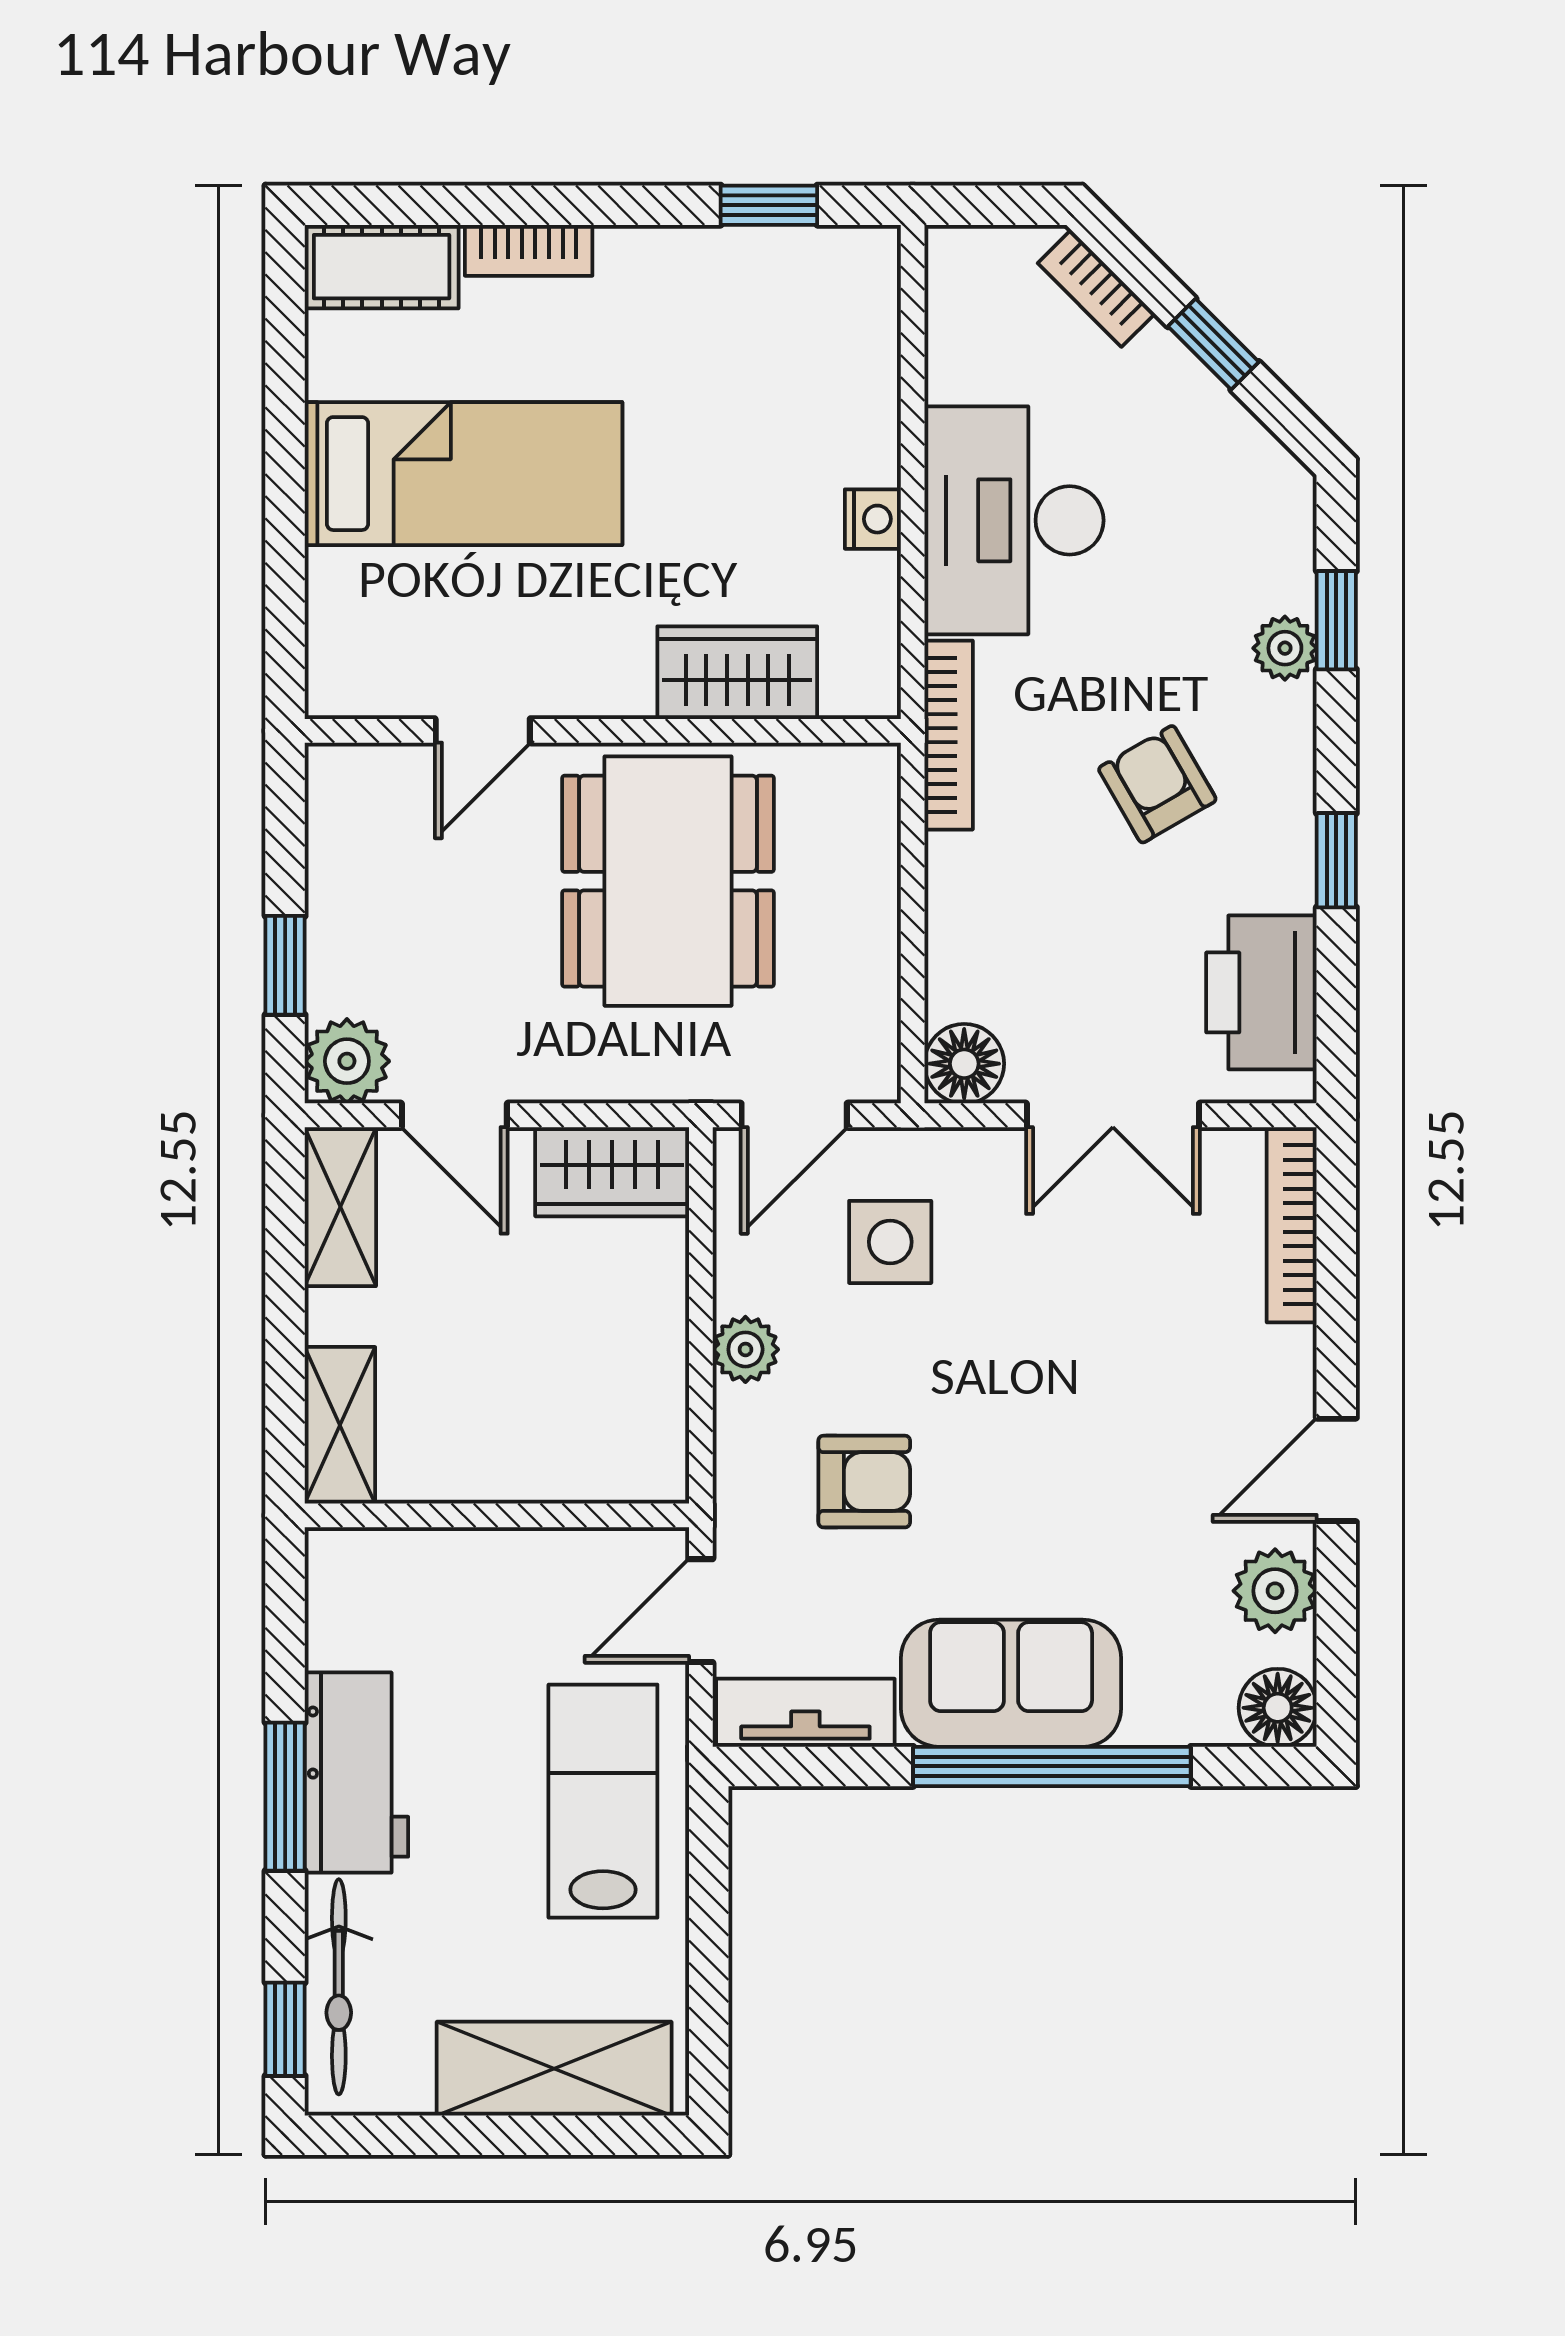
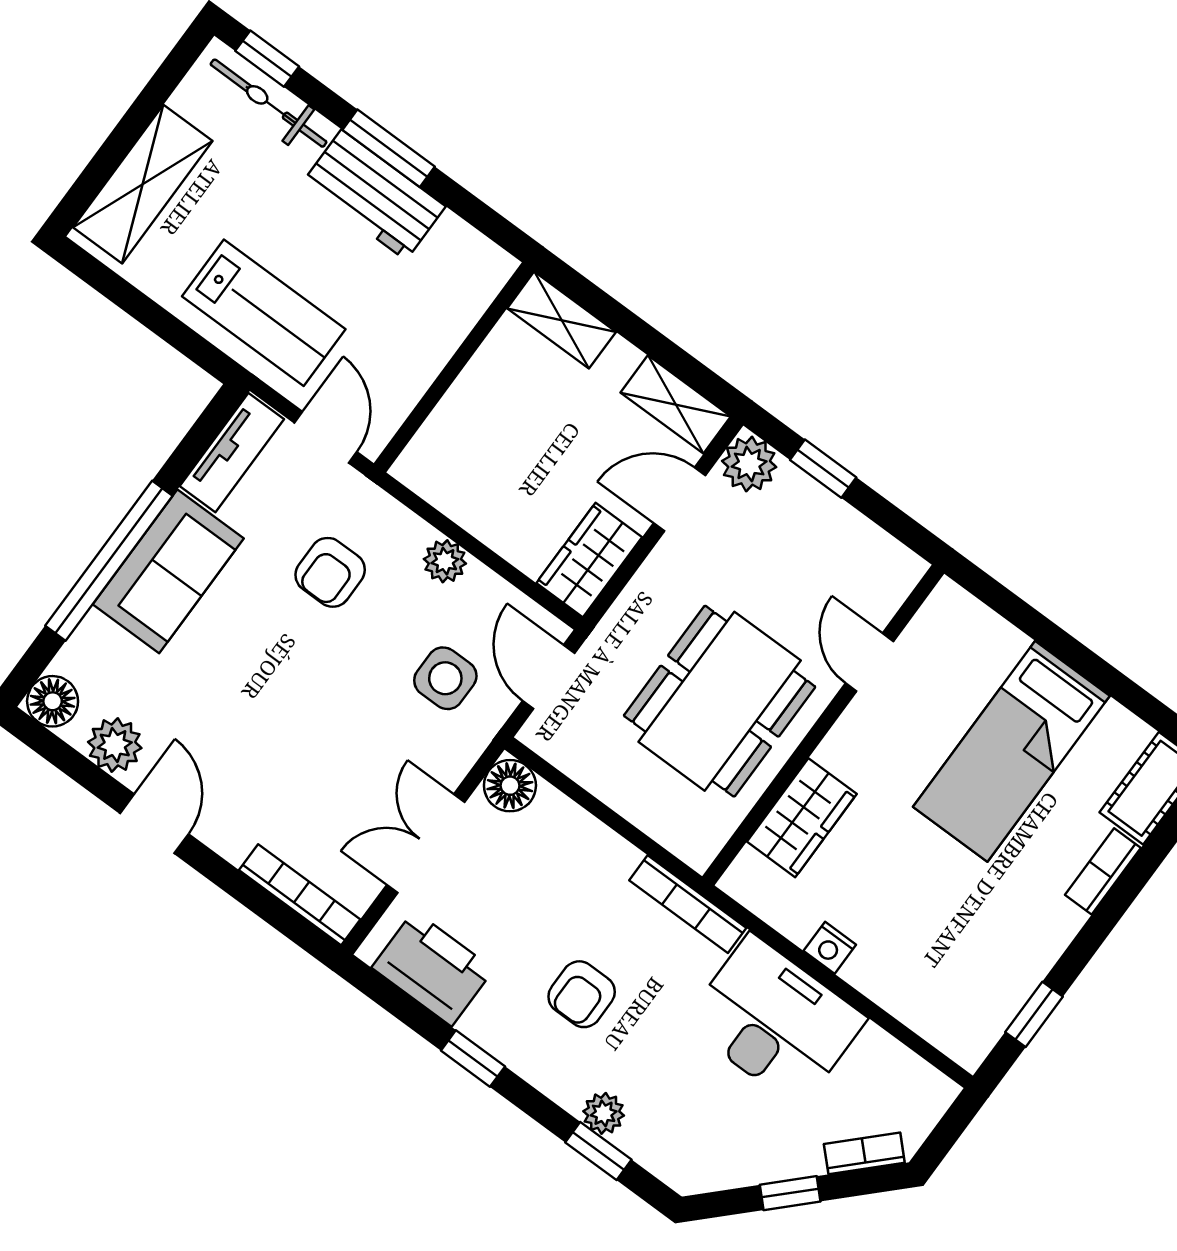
armchair: (1157, 784) -> (582, 994), turned 120
dining table: (668, 881) -> (720, 701), turned 90

